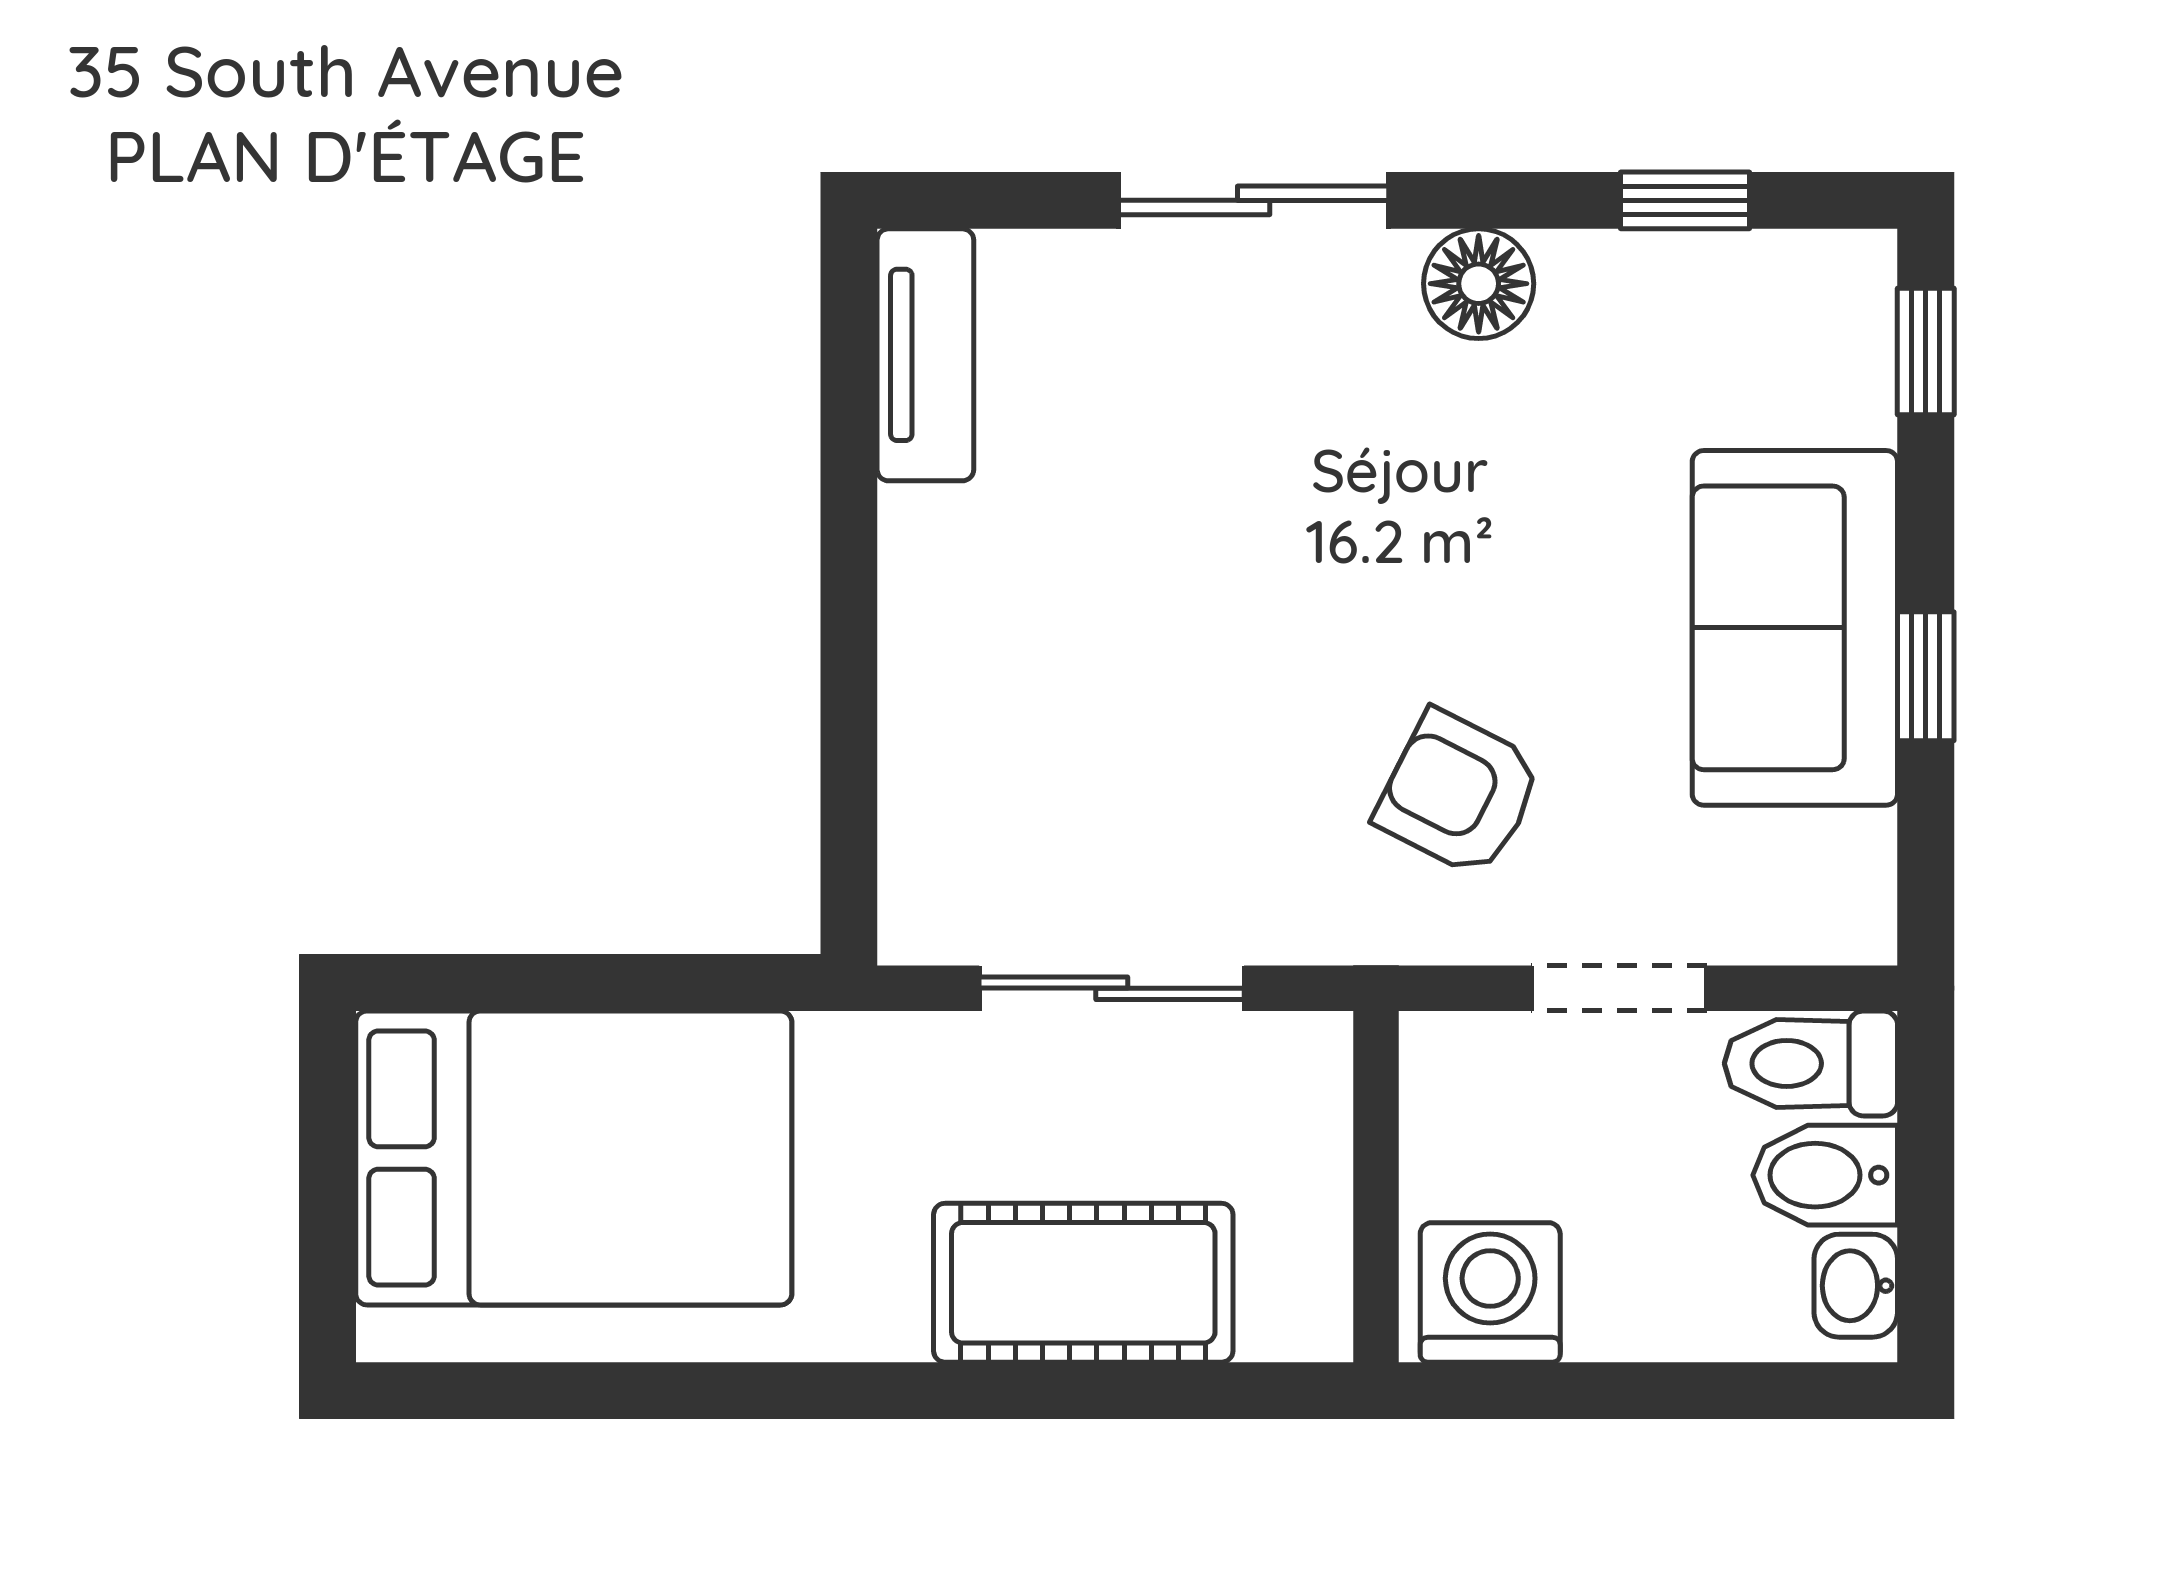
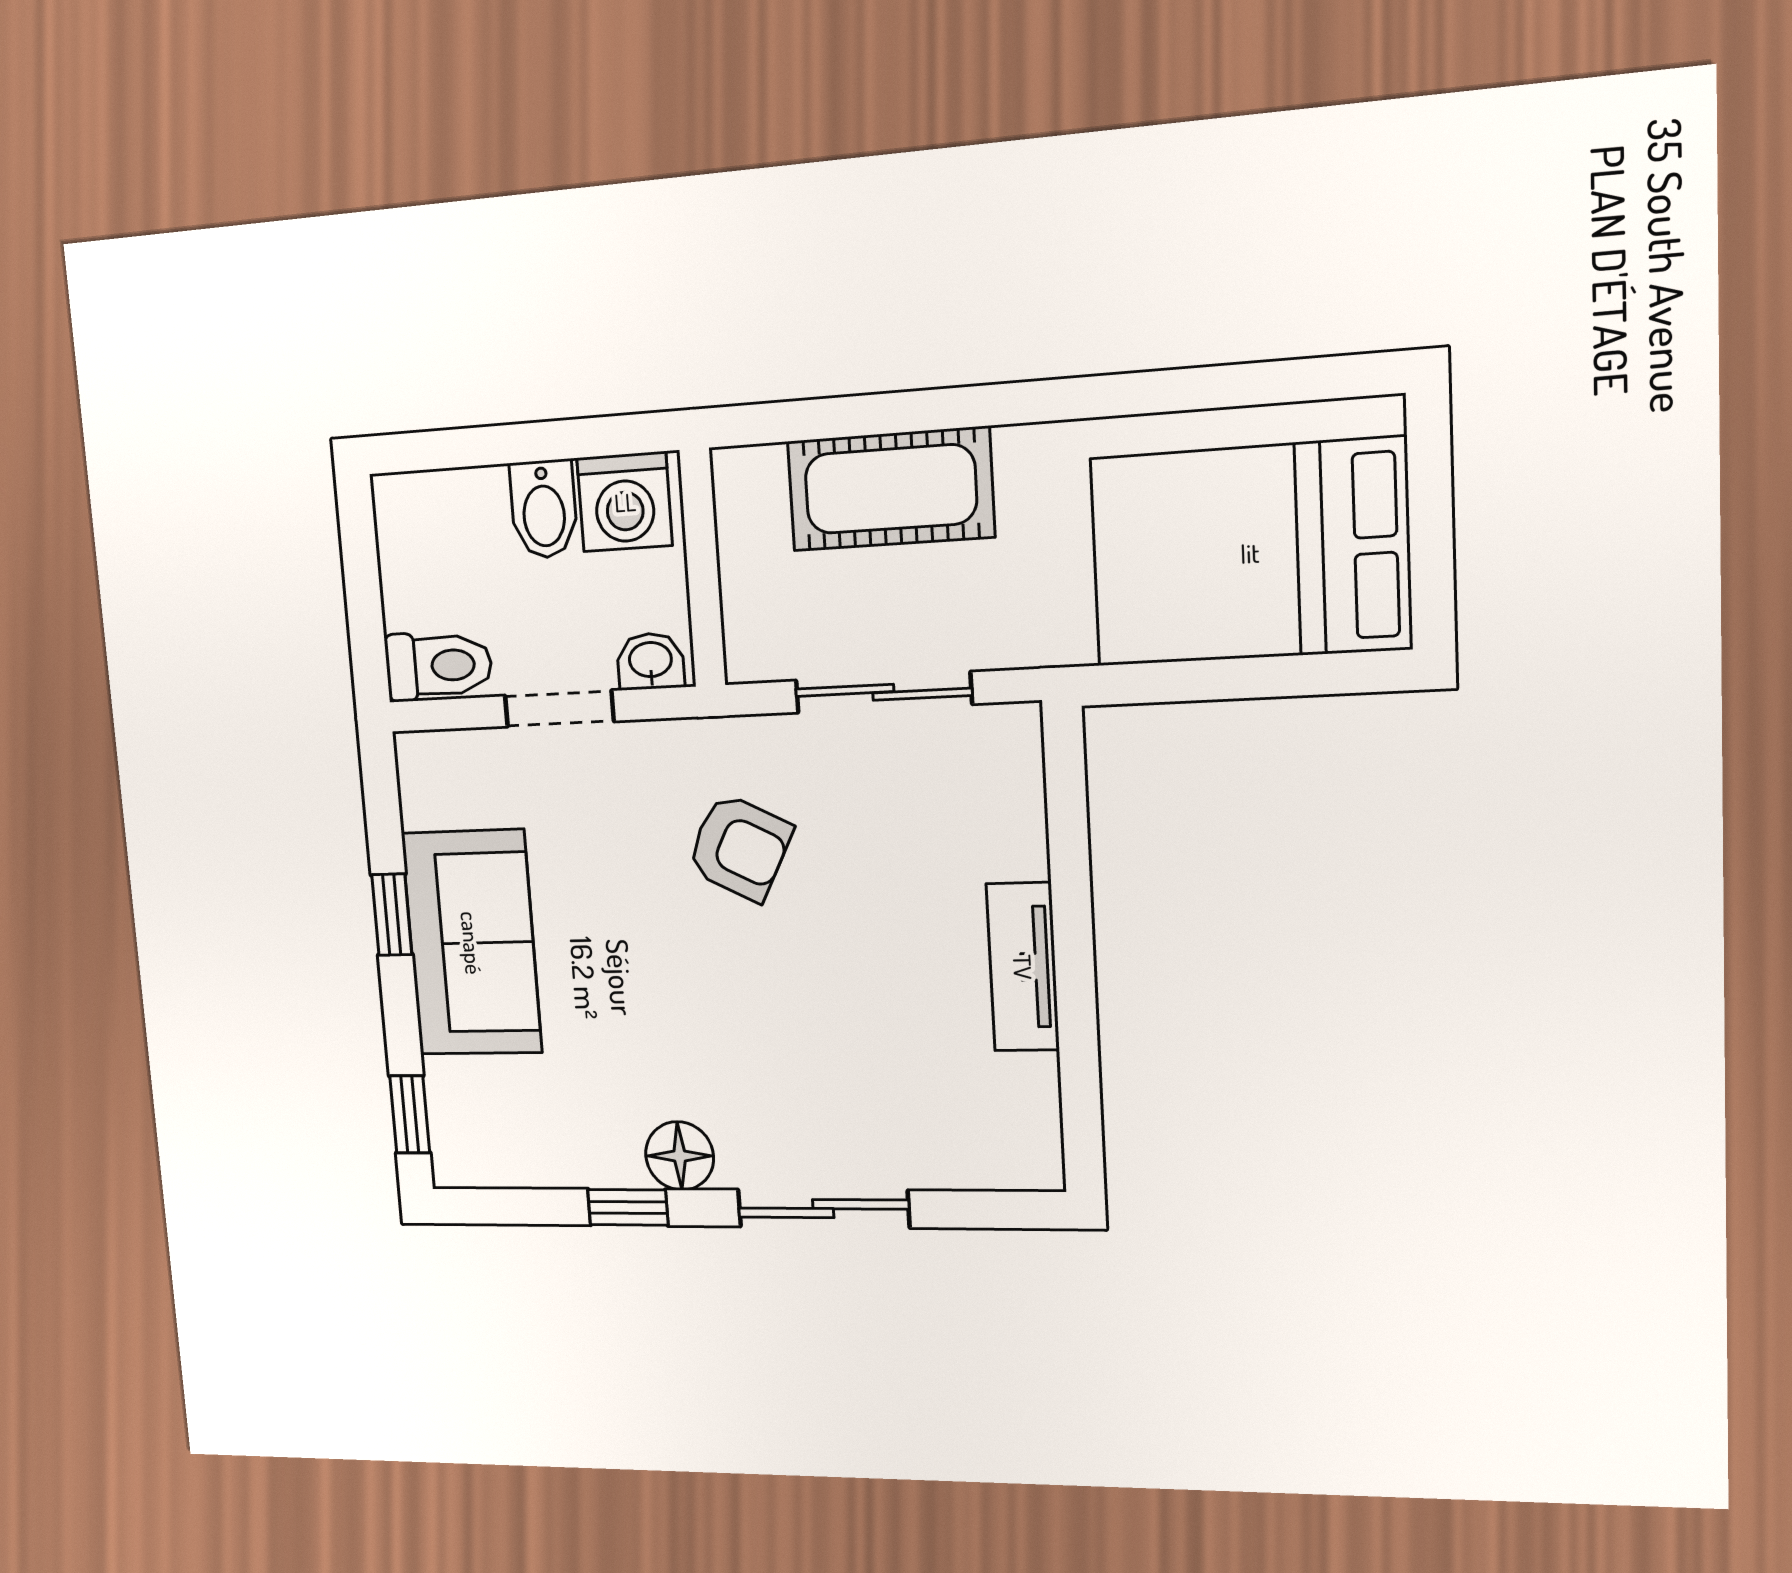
window: (1685, 200) -> (628, 1207), moved
tv unit: (925, 355) -> (1023, 967), moved
armchair: (1459, 793) -> (739, 847), moved
bidet: (1825, 1175) -> (544, 509), moved, turned 90
washbasin: (1856, 1286) -> (651, 661), moved, turned -90

